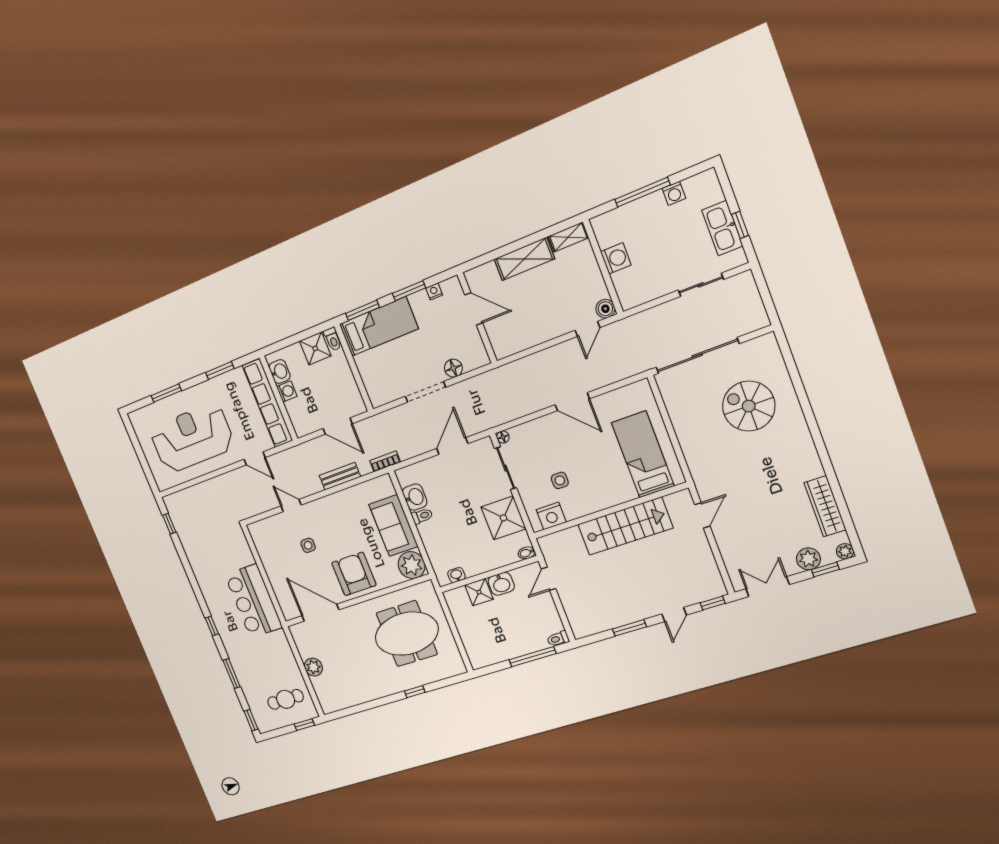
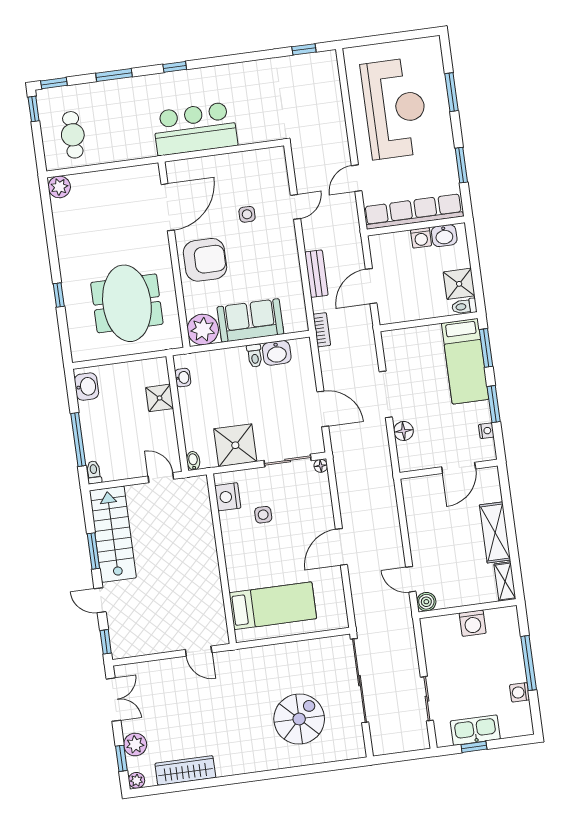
stairs: (625, 526) -> (113, 534), moved, turned 180
washbasin: (501, 584) -> (87, 387), moved, turned 180
plant: (313, 667) -> (59, 187), moved
window: (304, 725) -> (34, 109), moved

